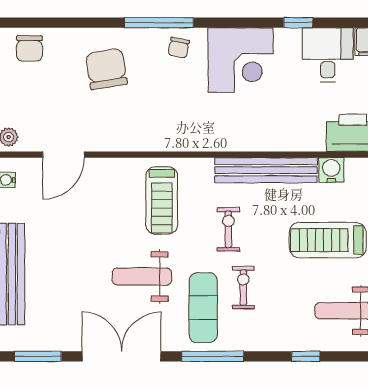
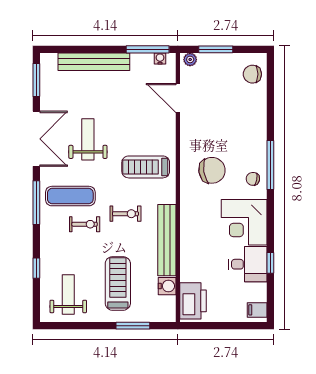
desk: (328, 55) -> (248, 264), moved
chair: (106, 69) -> (212, 170), moved
weight bench: (142, 277) -> (88, 139), moved

